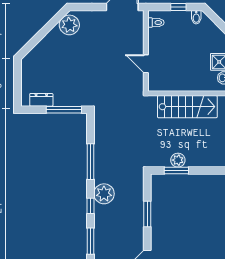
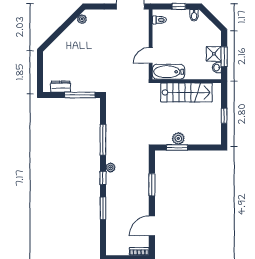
plant: (69, 25) -> (82, 19), width x0.53, depth x0.53
door: (146, 64) -> (151, 55), hinge flipped
bathtub: (167, 83) -> (168, 72), added
plant: (104, 194) -> (111, 168), width x0.53, depth x0.53

